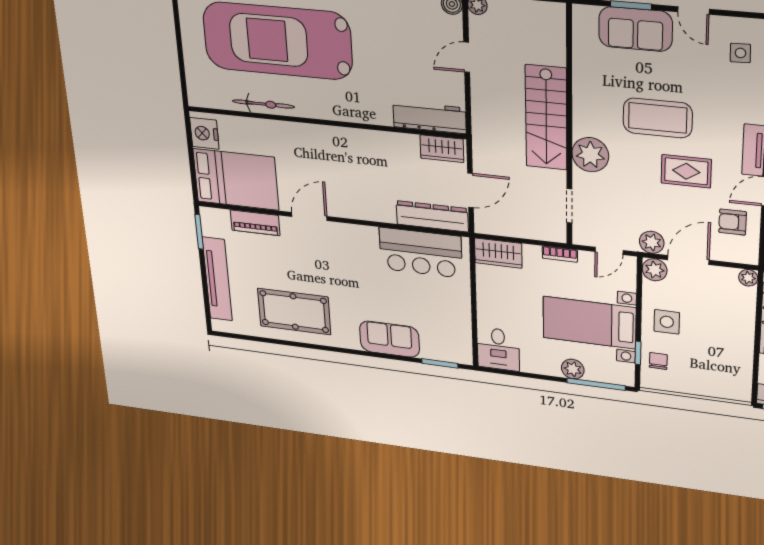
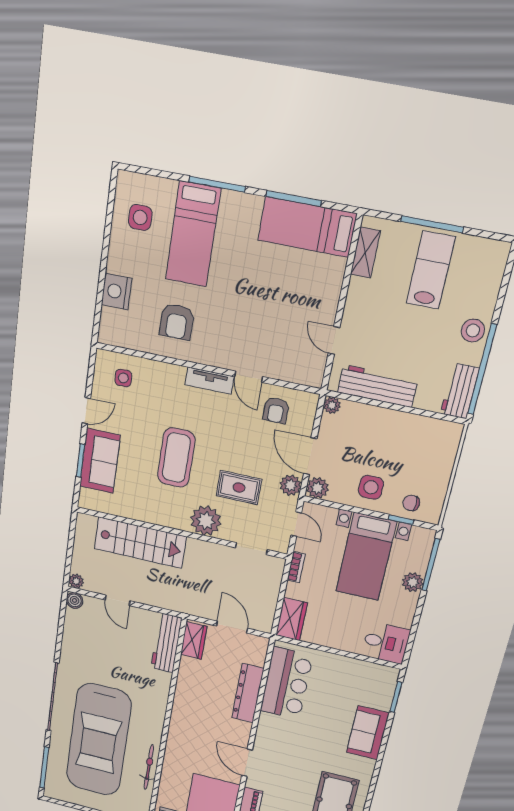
stairs: (546, 118) -> (140, 543), moved
rug: (686, 171) -> (239, 488), moved, turned 90
dresser: (432, 216) -> (248, 693), moved

